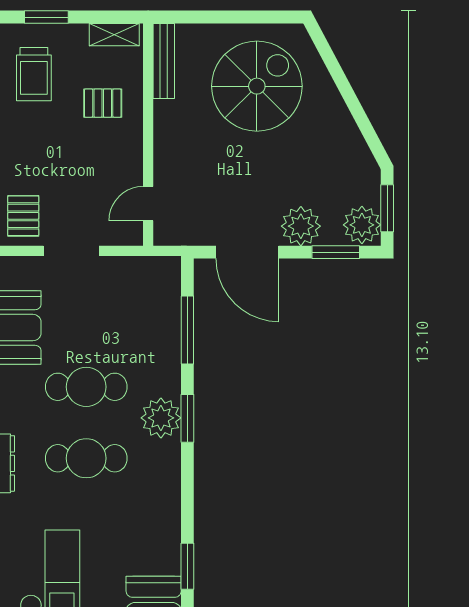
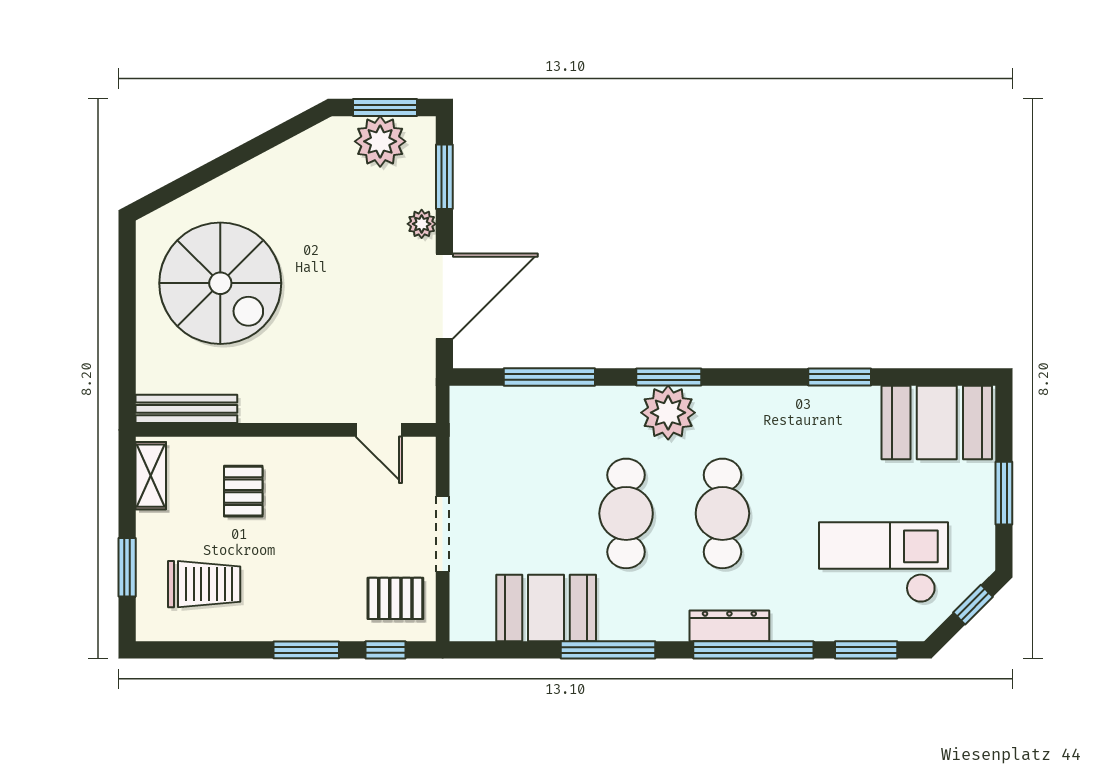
spiral stairs: (257, 86) -> (220, 283), turned 180
plant: (362, 225) -> (380, 141), moved
plant: (301, 226) -> (422, 224), width x0.53, depth x0.53
window: (187, 566) -> (840, 377), moved

